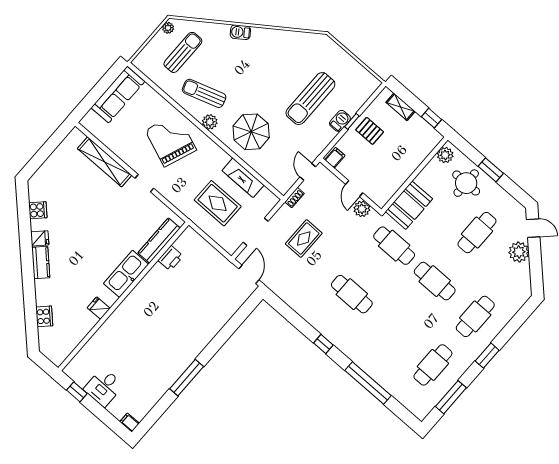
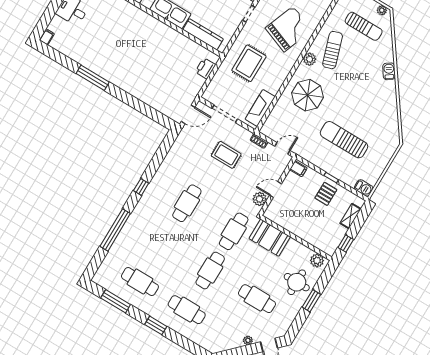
barbecue: (340, 121) -> (364, 188), moved
fireplace: (243, 178) -> (260, 108), moved
rug: (218, 203) -> (249, 63), moved
plant: (519, 252) -> (248, 340), width x0.53, depth x0.53
printer: (171, 258) -> (205, 68), moved, turned 90

